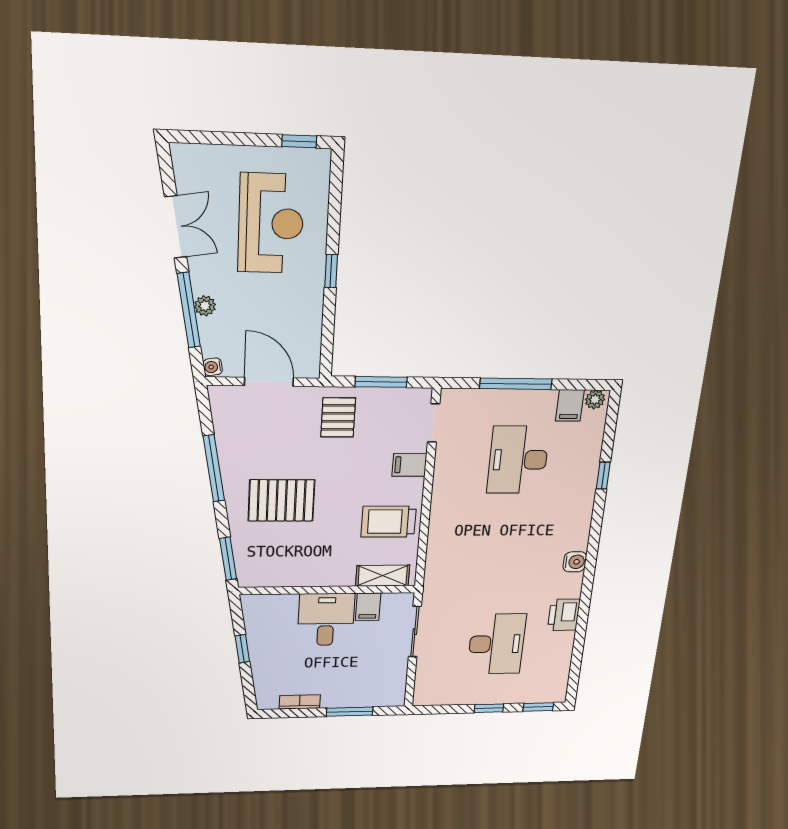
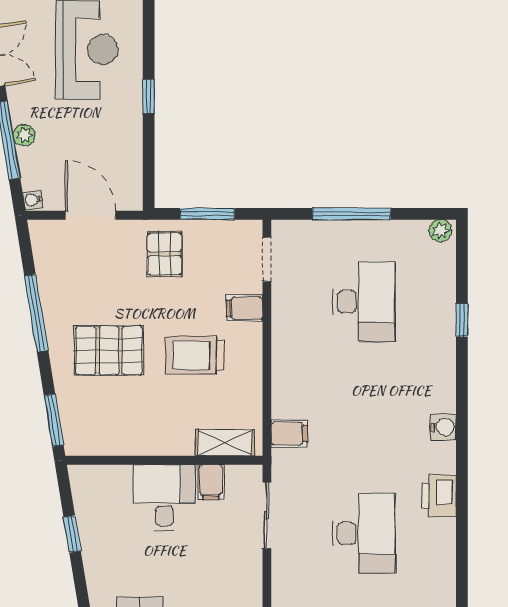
filing cabinet: (570, 405) -> (289, 434), moved, turned -90
desk: (518, 460) -> (364, 302), turned 180
trolley: (389, 522) -> (195, 355), moved

